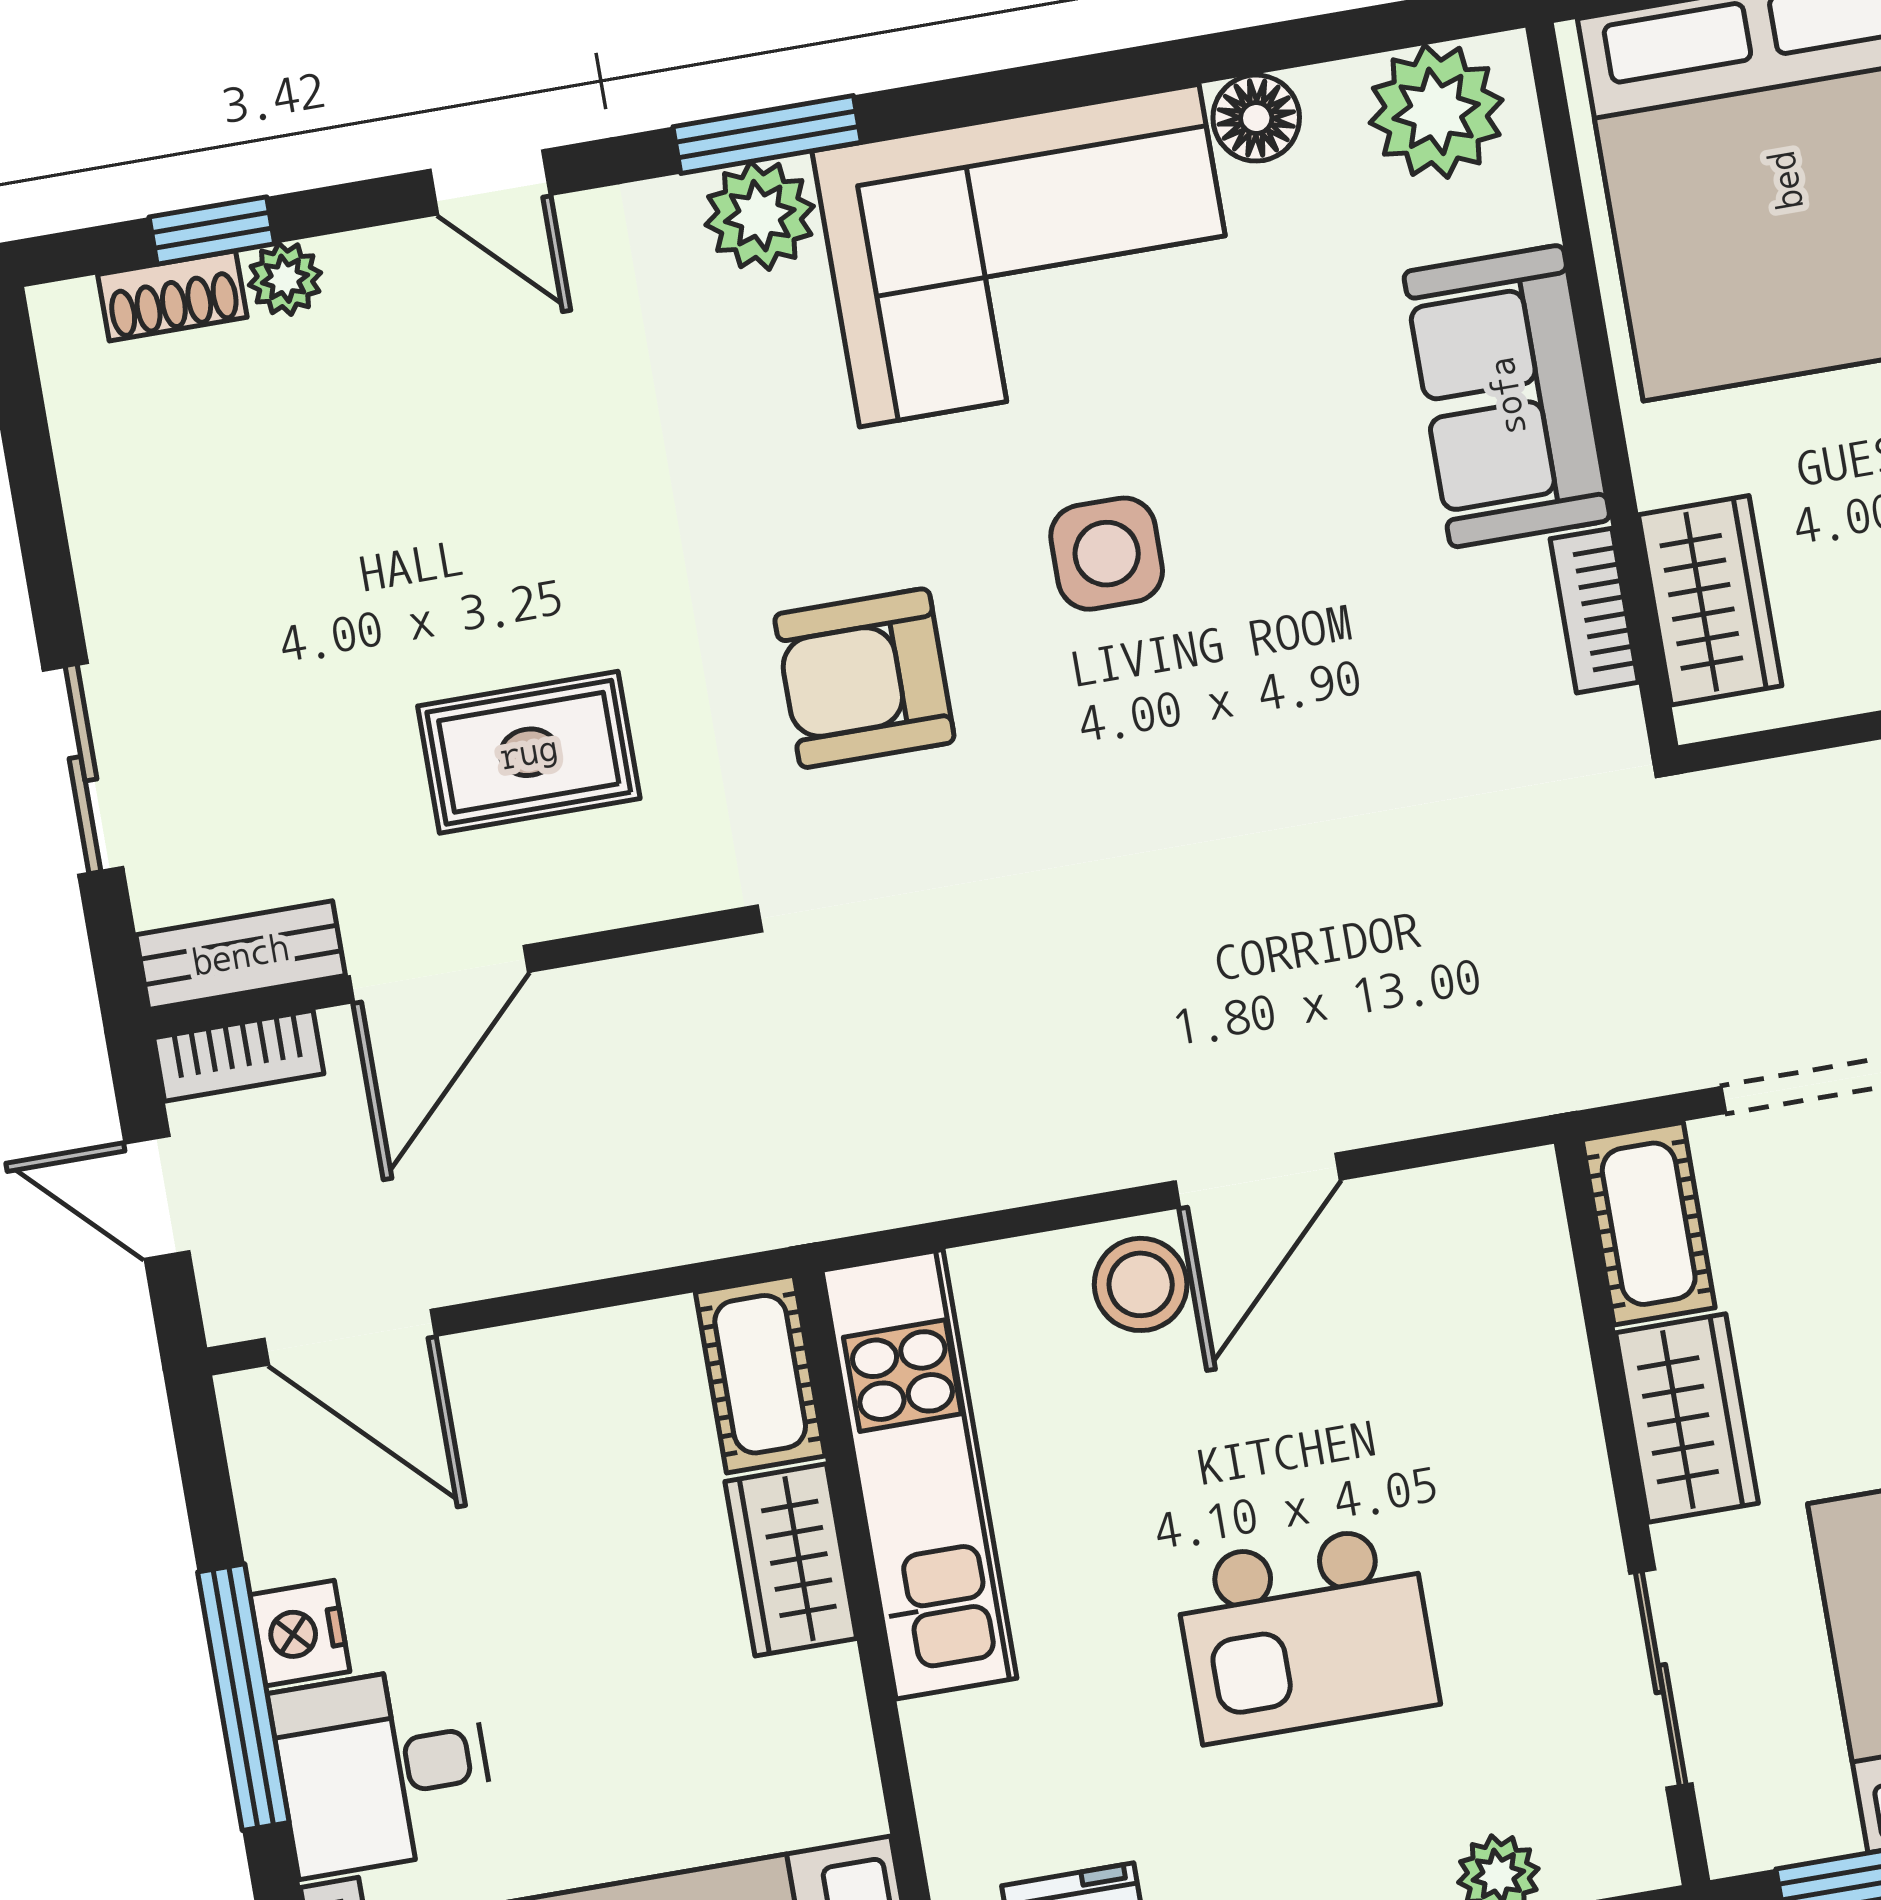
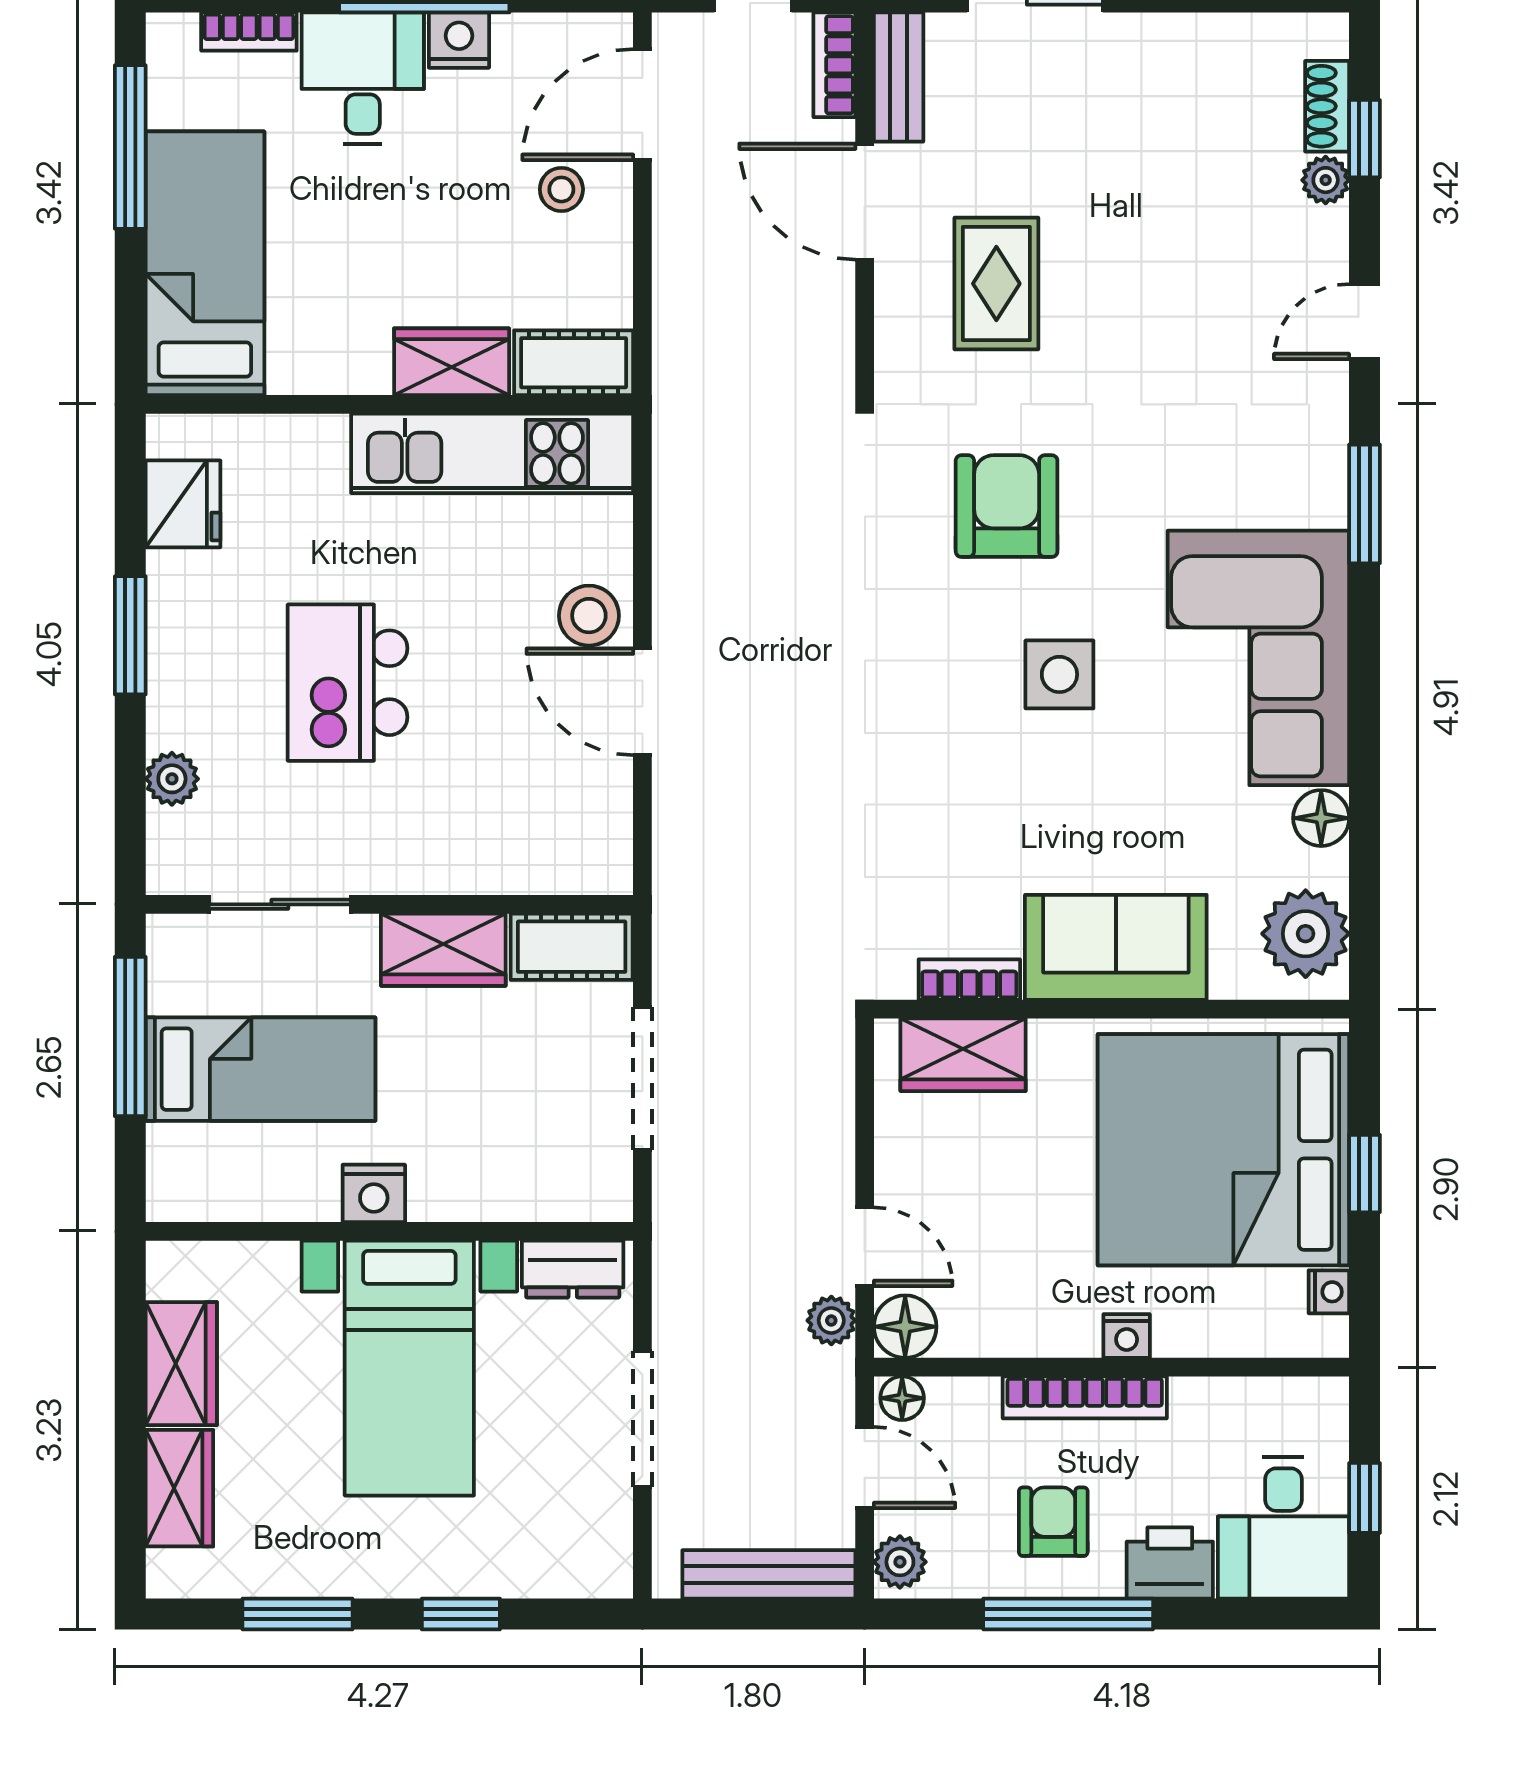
plant: (760, 216) -> (1314, 490), removed
stool: (500, 1438) -> (561, 189), added

